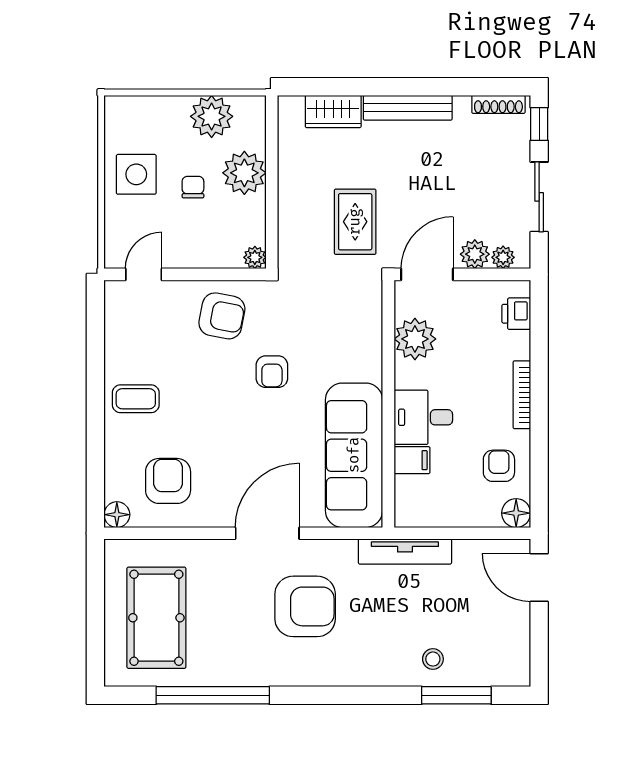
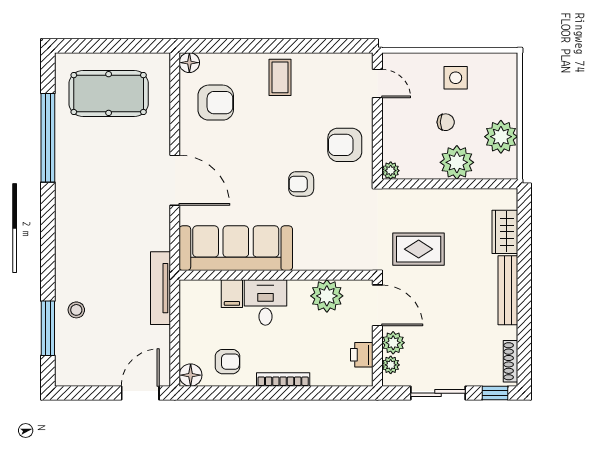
side table: (136, 174) -> (456, 78), width x0.73, depth x0.73
printer: (516, 314) -> (362, 355), moved, turned -90
armchair: (222, 316) -> (345, 145), turned 79
armchair: (305, 606) -> (117, 210), removed

